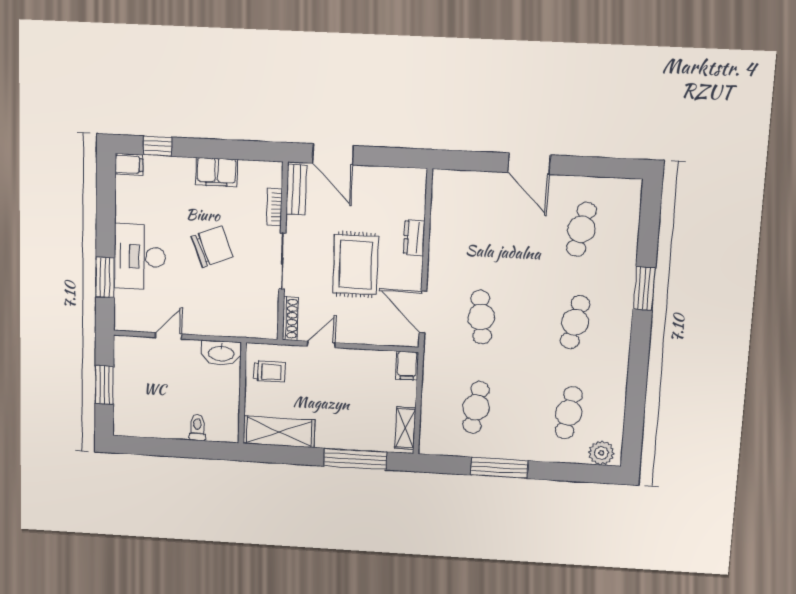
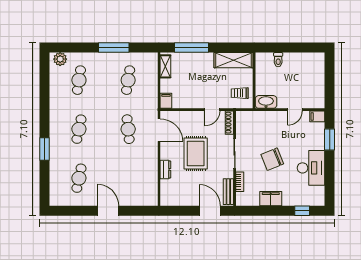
filing cabinet: (129, 165) -> (317, 116), moved
desk: (140, 257) -> (311, 168), moved
window: (104, 385) -> (330, 80), removed

